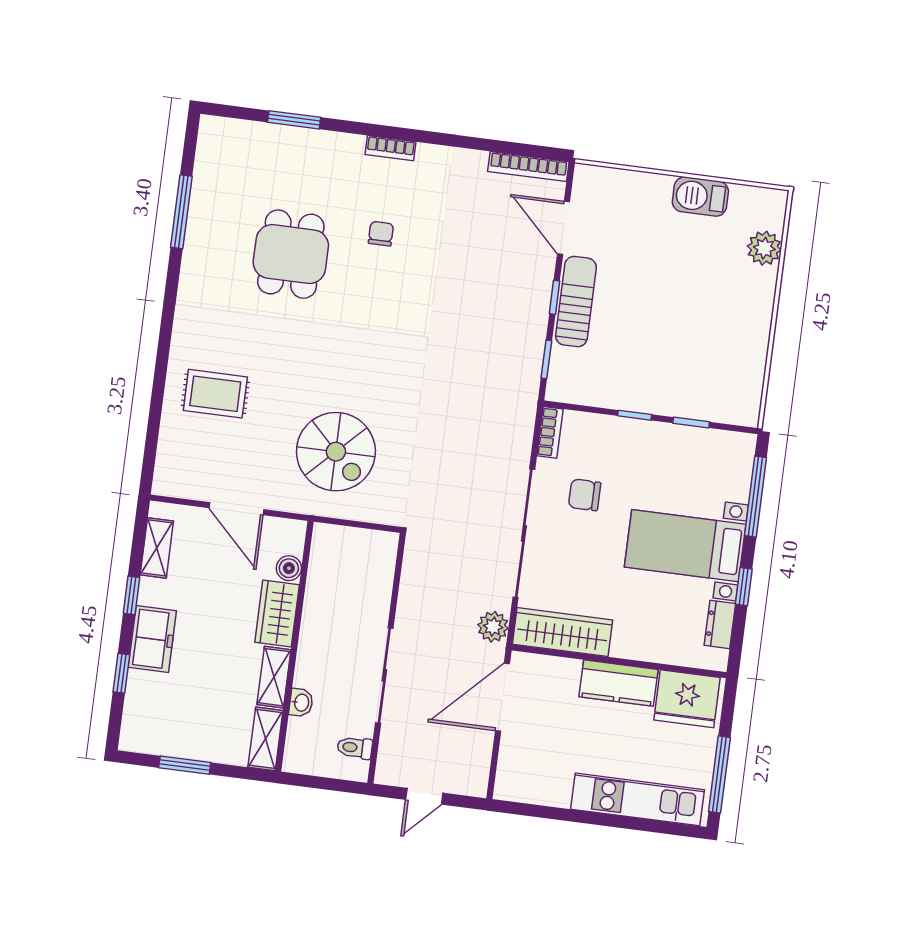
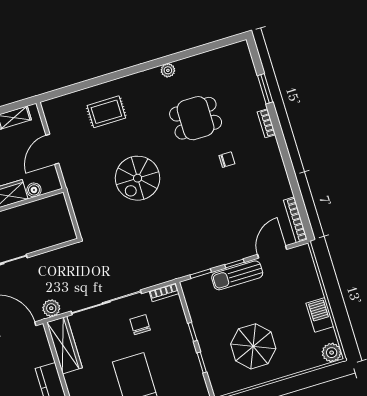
bookcase: (391, 148) -> (266, 123), moved
window: (181, 212) -> (192, 52), removed
plant: (764, 248) -> (332, 353), moved
plant: (193, 264) -> (168, 70), added
sun lounger: (576, 302) -> (237, 275), turned 180
parasol: (703, 327) -> (253, 346), added
rug: (215, 394) -> (106, 112), turned 90
spiral stairs: (336, 452) -> (138, 178), moved

